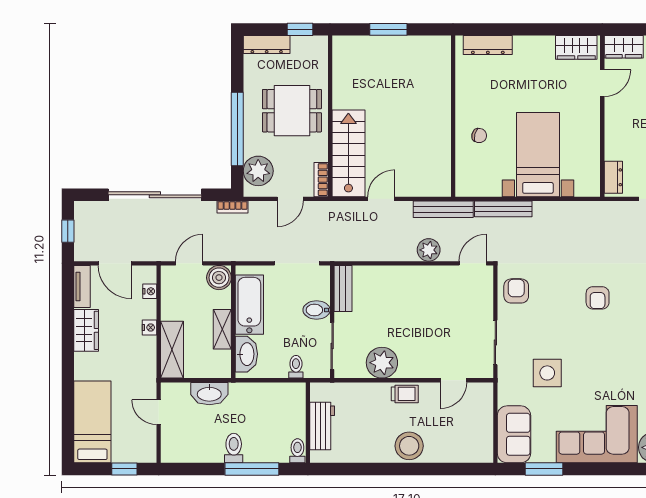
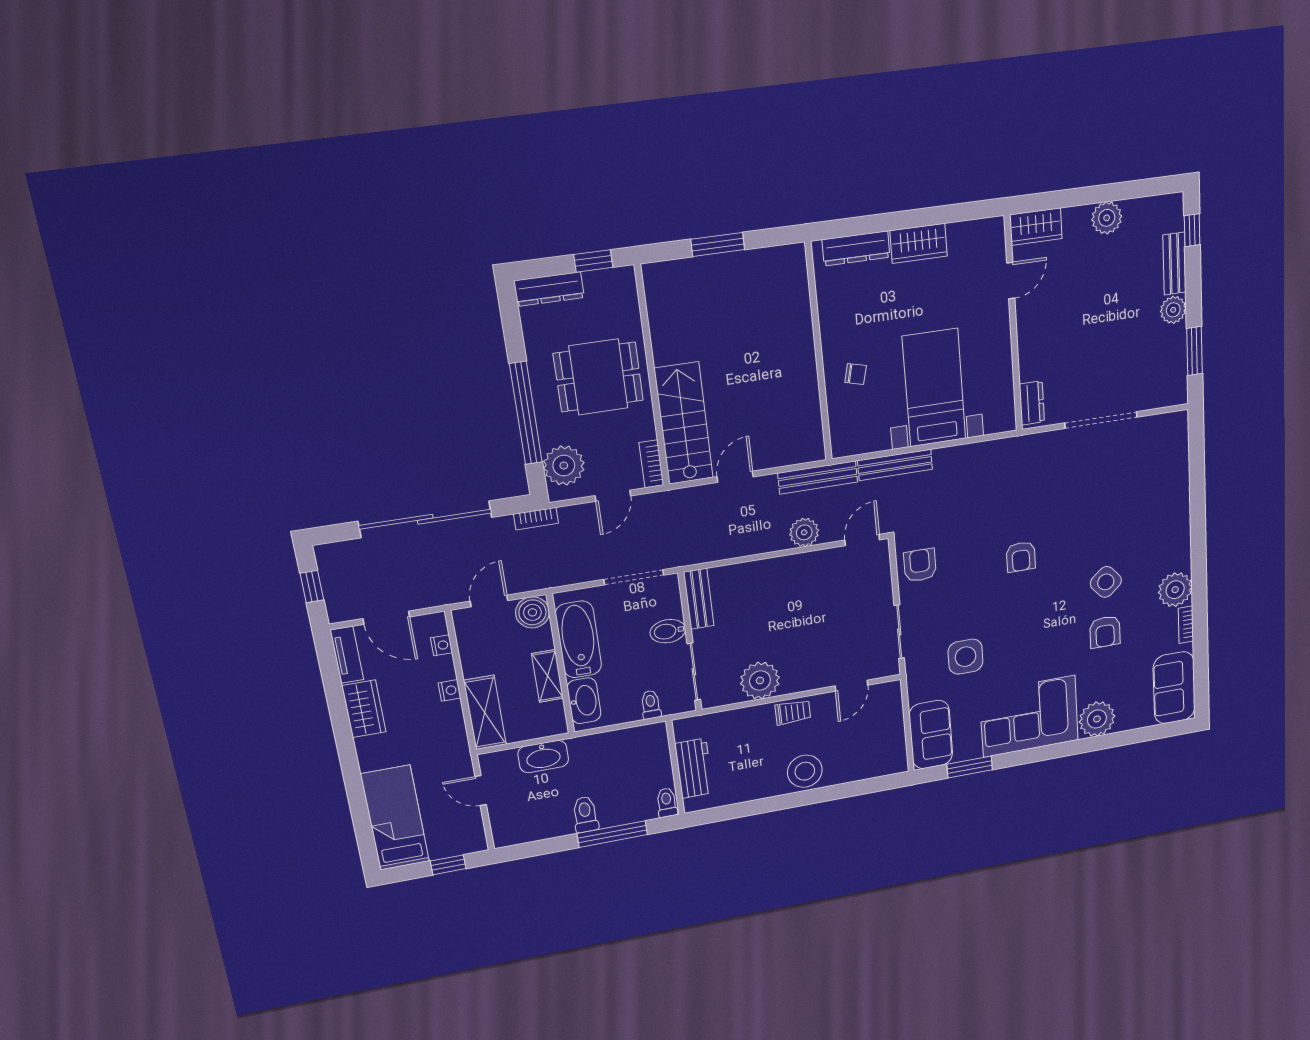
wardrobe: (576, 47) -> (919, 243), moved

